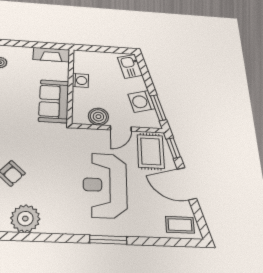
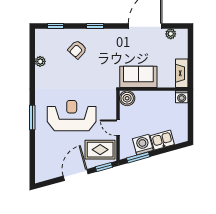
kitchen sink: (130, 66) -> (162, 140), moved
washing machine: (80, 80) -> (182, 97), moved
boiler: (98, 117) -> (127, 98), moved
plant: (25, 219) -> (40, 61), width x0.53, depth x0.53
coffee table: (180, 225) -> (45, 168), removed

